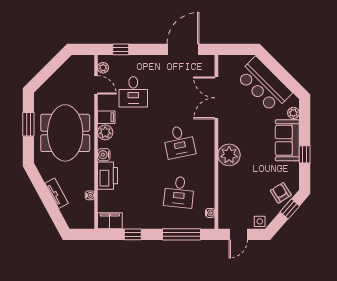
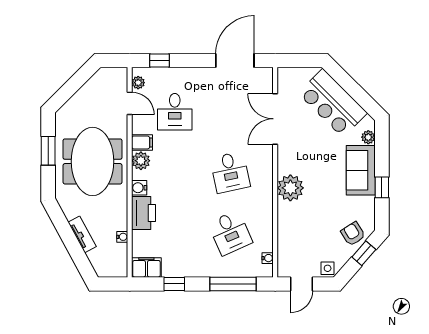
desk: (179, 192) -> (230, 233), turned -30

